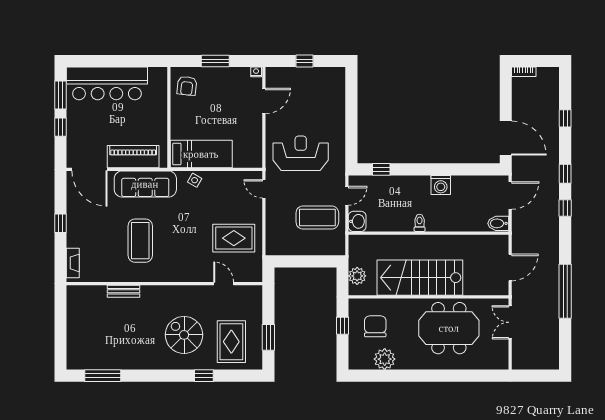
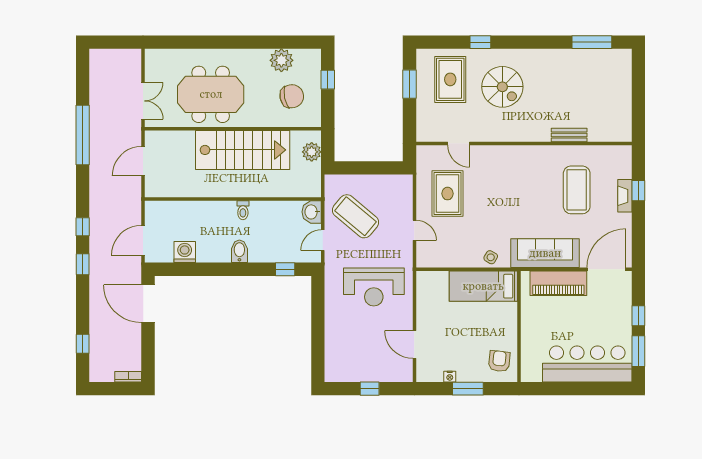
nightstand: (256, 72) -> (450, 377), moved
door: (264, 101) -> (414, 345), hinge flipped
window: (565, 118) -> (83, 344), moved
door: (89, 169) -> (606, 269), hinge flipped
washing machine: (441, 185) -> (185, 252), moved
door: (264, 189) -> (414, 230), moved
coffee table: (317, 217) -> (356, 216), turned 40
window: (61, 223) -> (638, 191), moved
bidet: (498, 223) -> (239, 251), moved, turned -90
rug: (234, 238) -> (447, 194), turned 90
coffee table: (140, 241) -> (577, 190), moved
fireplace: (73, 263) -> (625, 196), moved
window: (343, 326) -> (328, 80), moved
chair: (375, 326) -> (292, 96), turned -102

